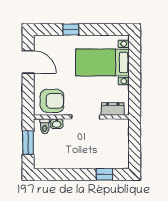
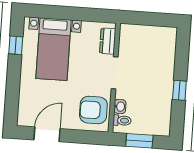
window: (71, 29) -> (16, 45), moved
armchair: (52, 101) -> (93, 110), turned -90
window: (104, 174) -> (179, 90), moved

